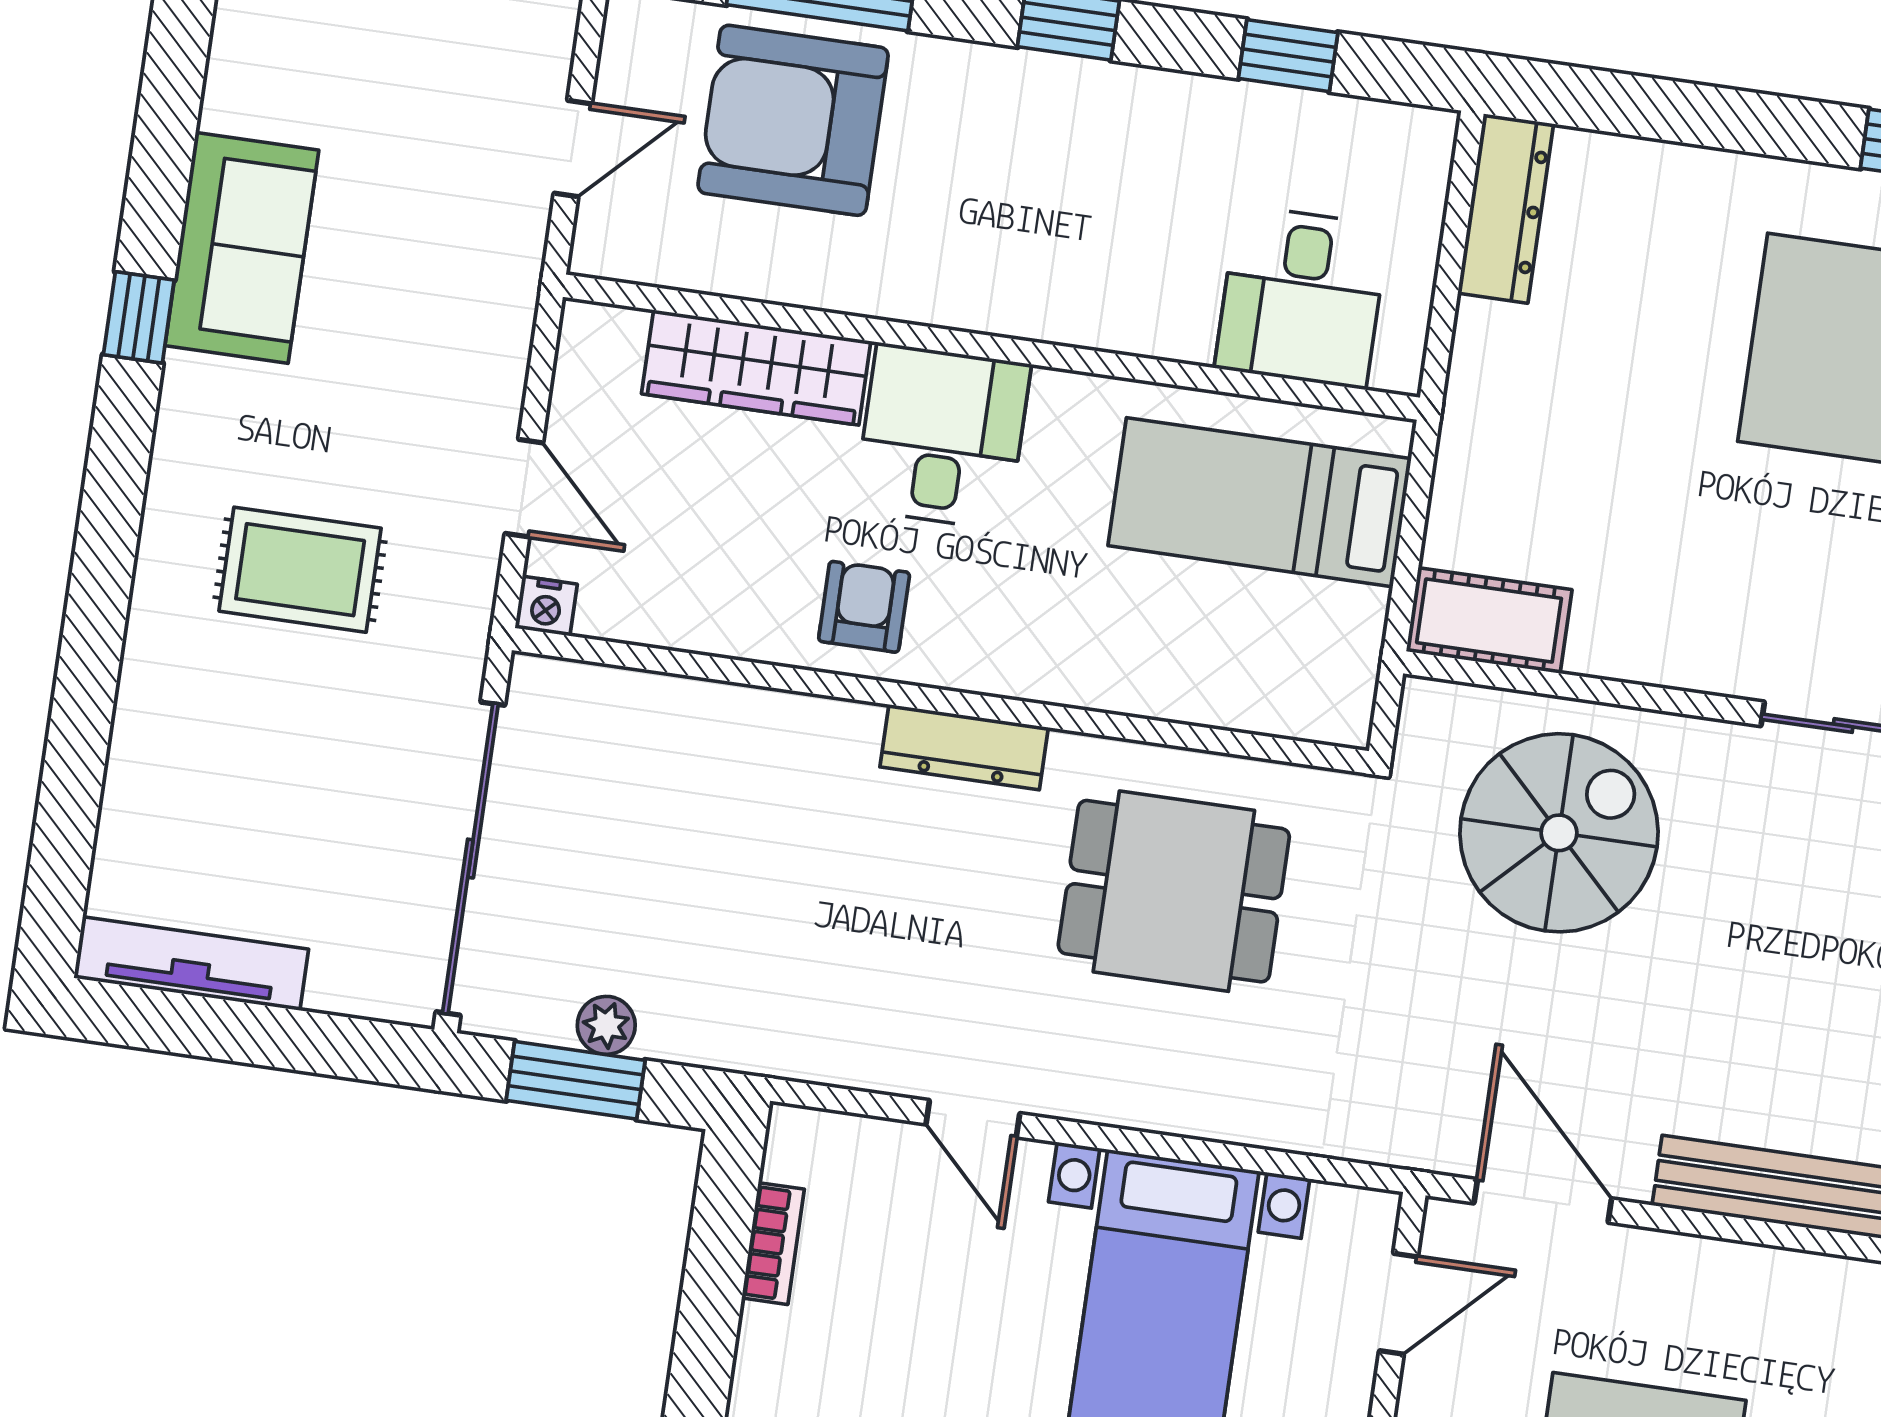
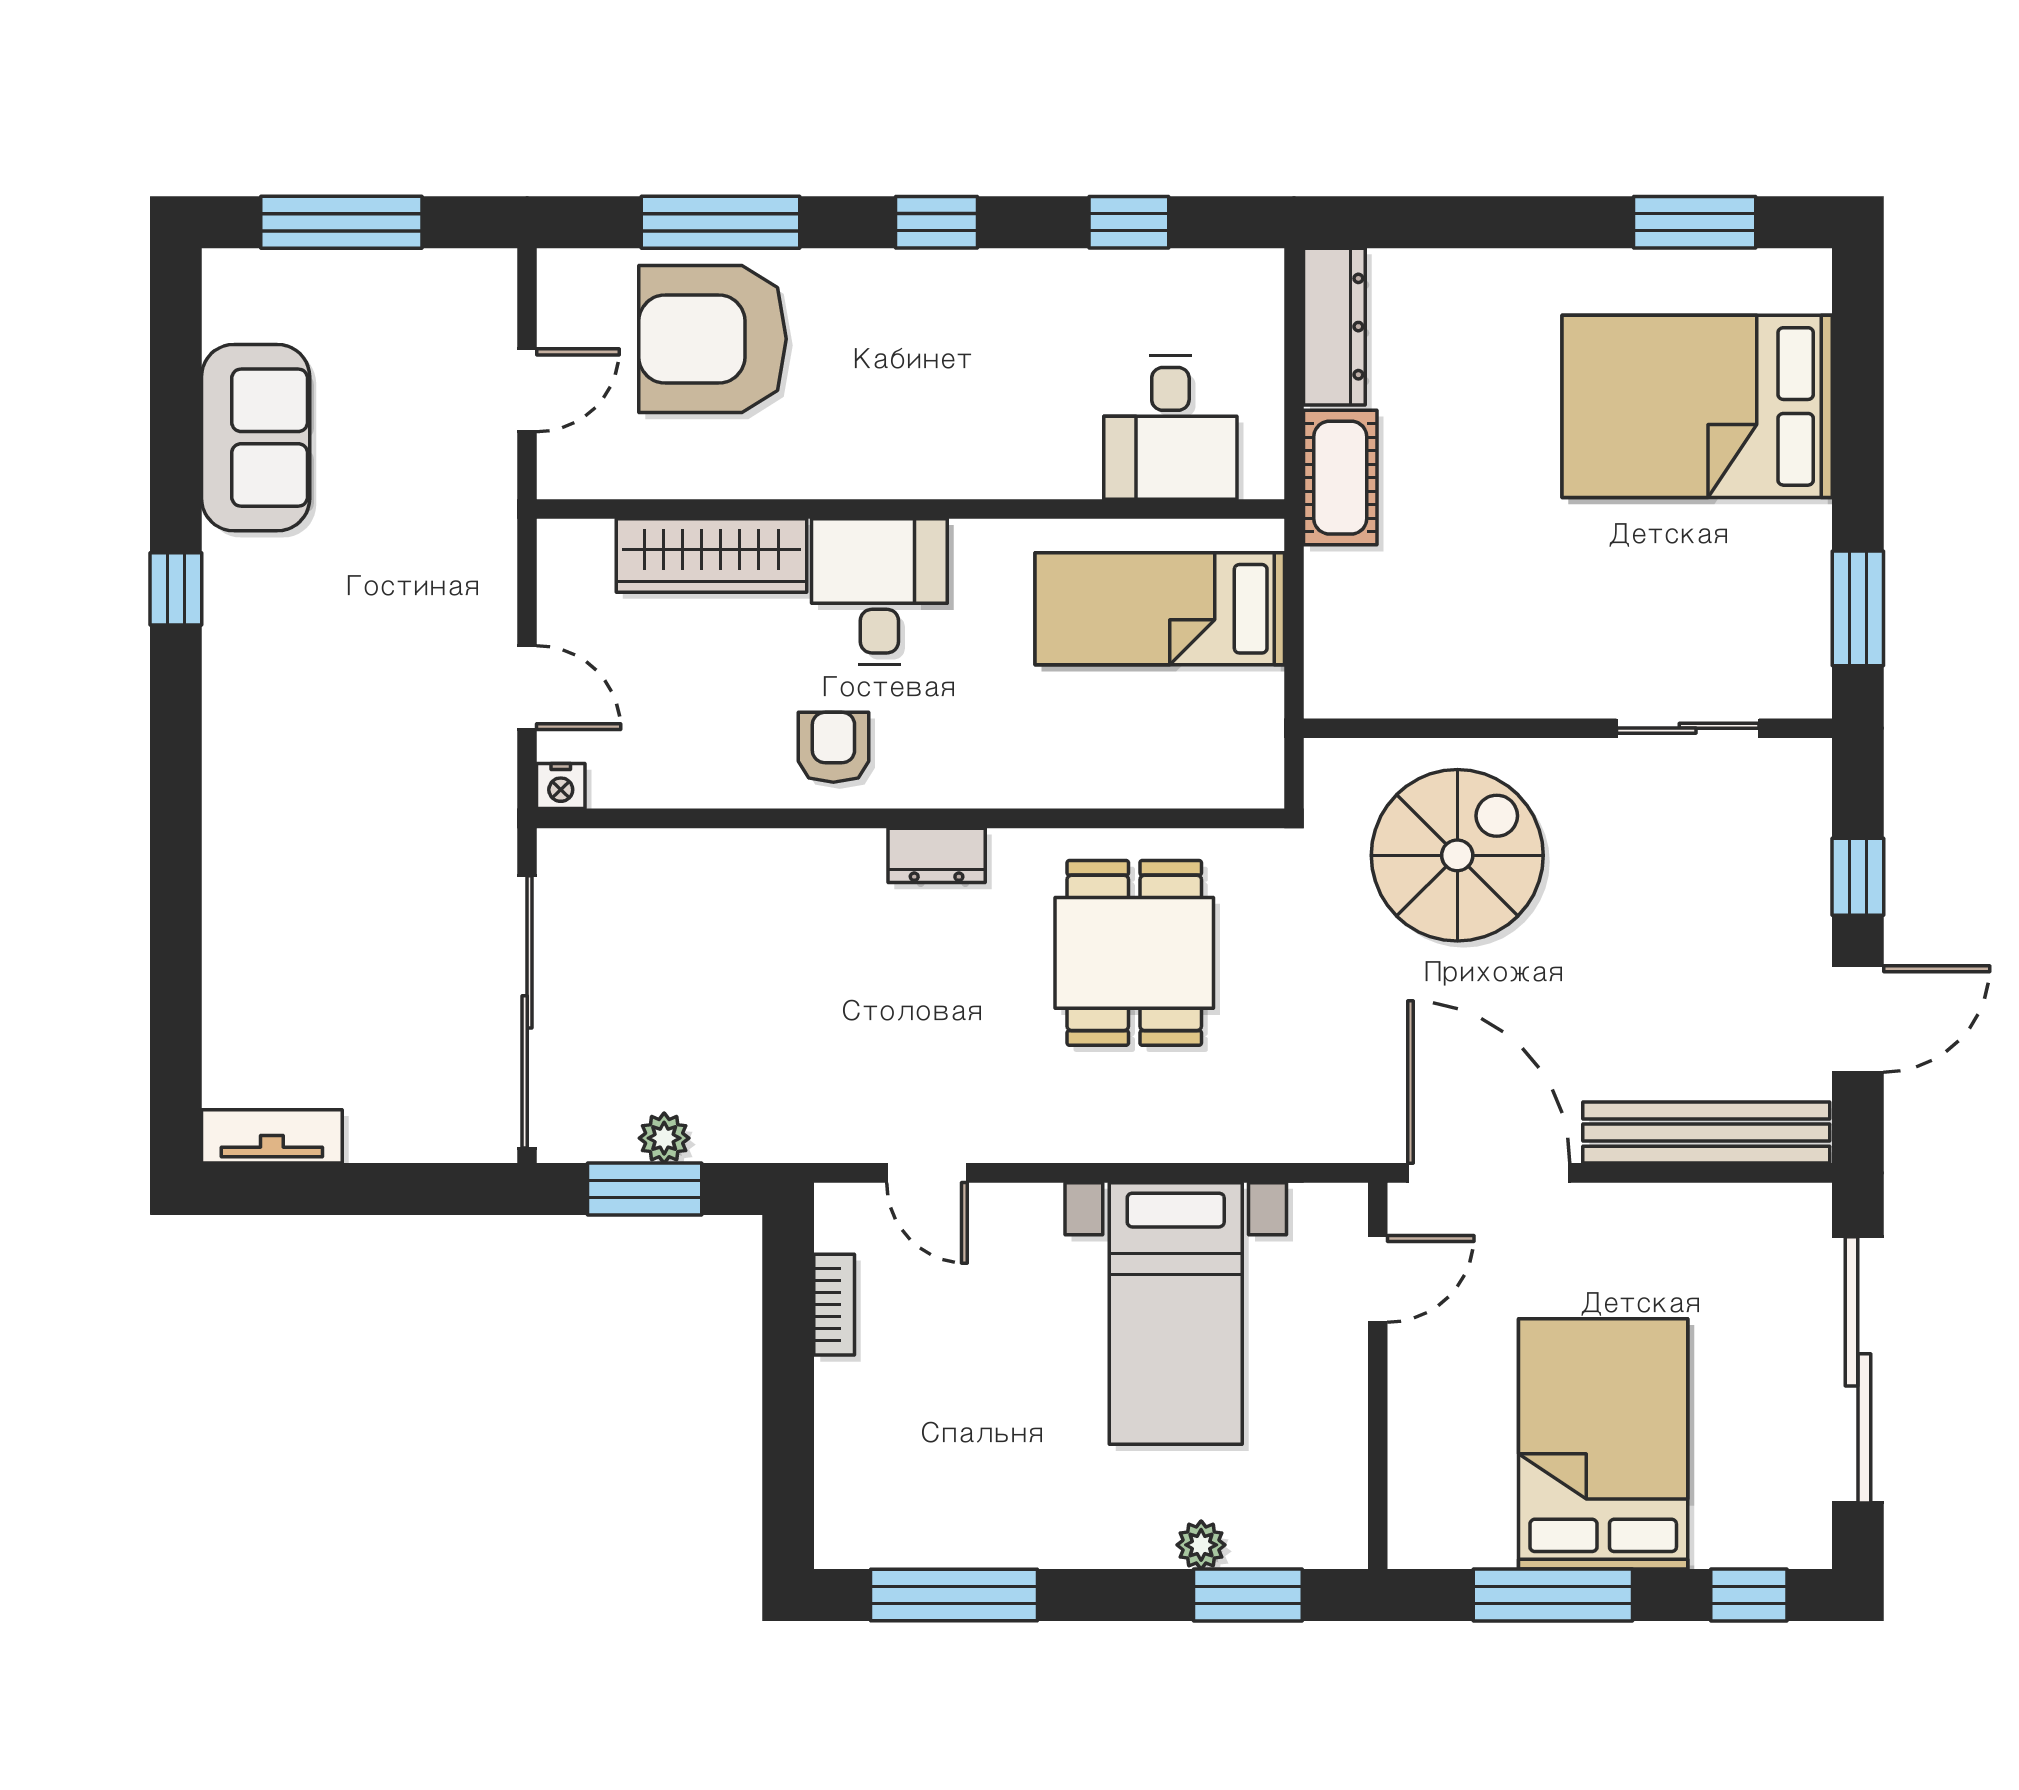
sofa: (242, 248) -> (256, 438), moved
rug: (300, 570) -> (345, 785), removed
cot: (1489, 621) -> (1340, 478), moved, turned 90
dresser: (964, 747) -> (937, 855), width x0.70
dining table: (1174, 891) -> (1134, 953), turned 90
tv unit: (191, 964) -> (272, 1136), width x0.71
door: (973, 1119) -> (927, 1173), moved
door: (1543, 1201) -> (1489, 1173), width x1.36

